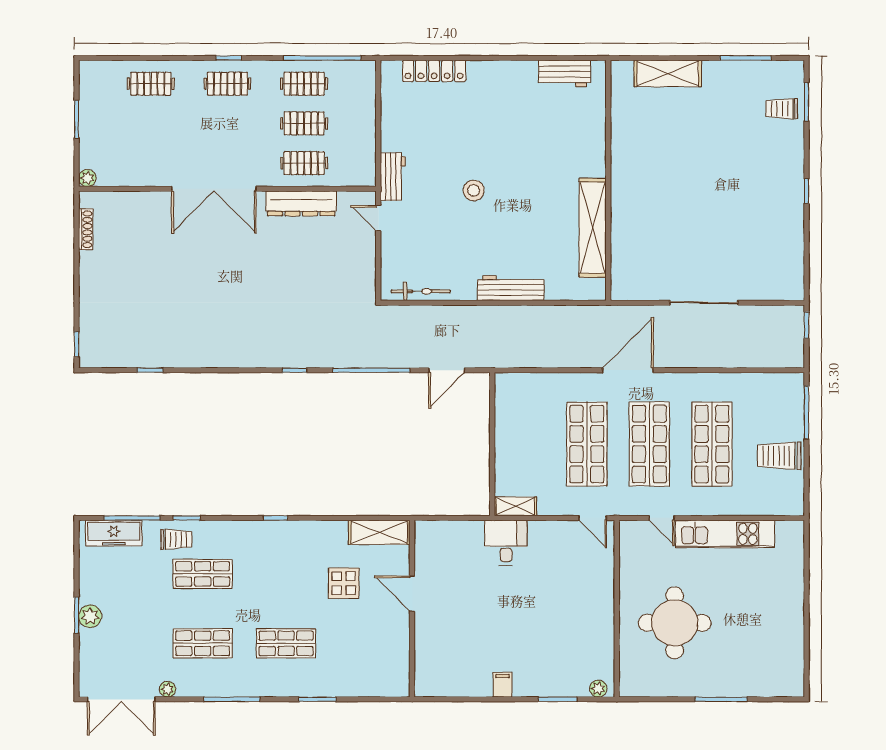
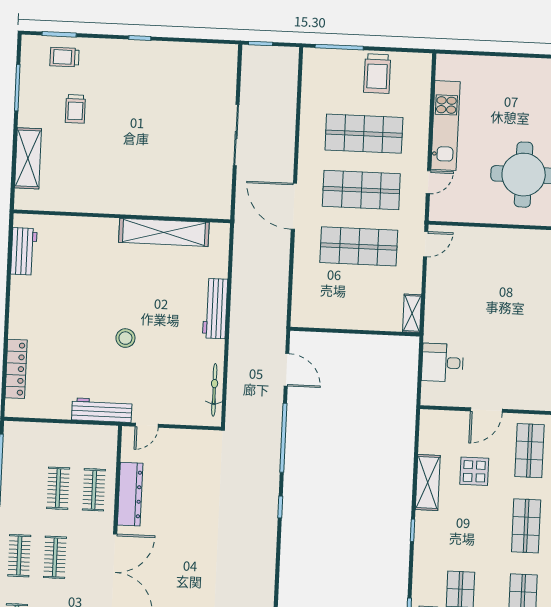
clothes rail: (304, 84) -> (55, 557), moved
trolley: (782, 109) -> (64, 57), turned 90
trolley: (725, 123) -> (75, 109), added
workbench: (393, 177) -> (102, 410), width x1.38
shelving: (379, 532) -> (428, 483), moved
desk: (506, 543) -> (443, 363), moved
shop shelf: (369, 643) -> (530, 451), added

